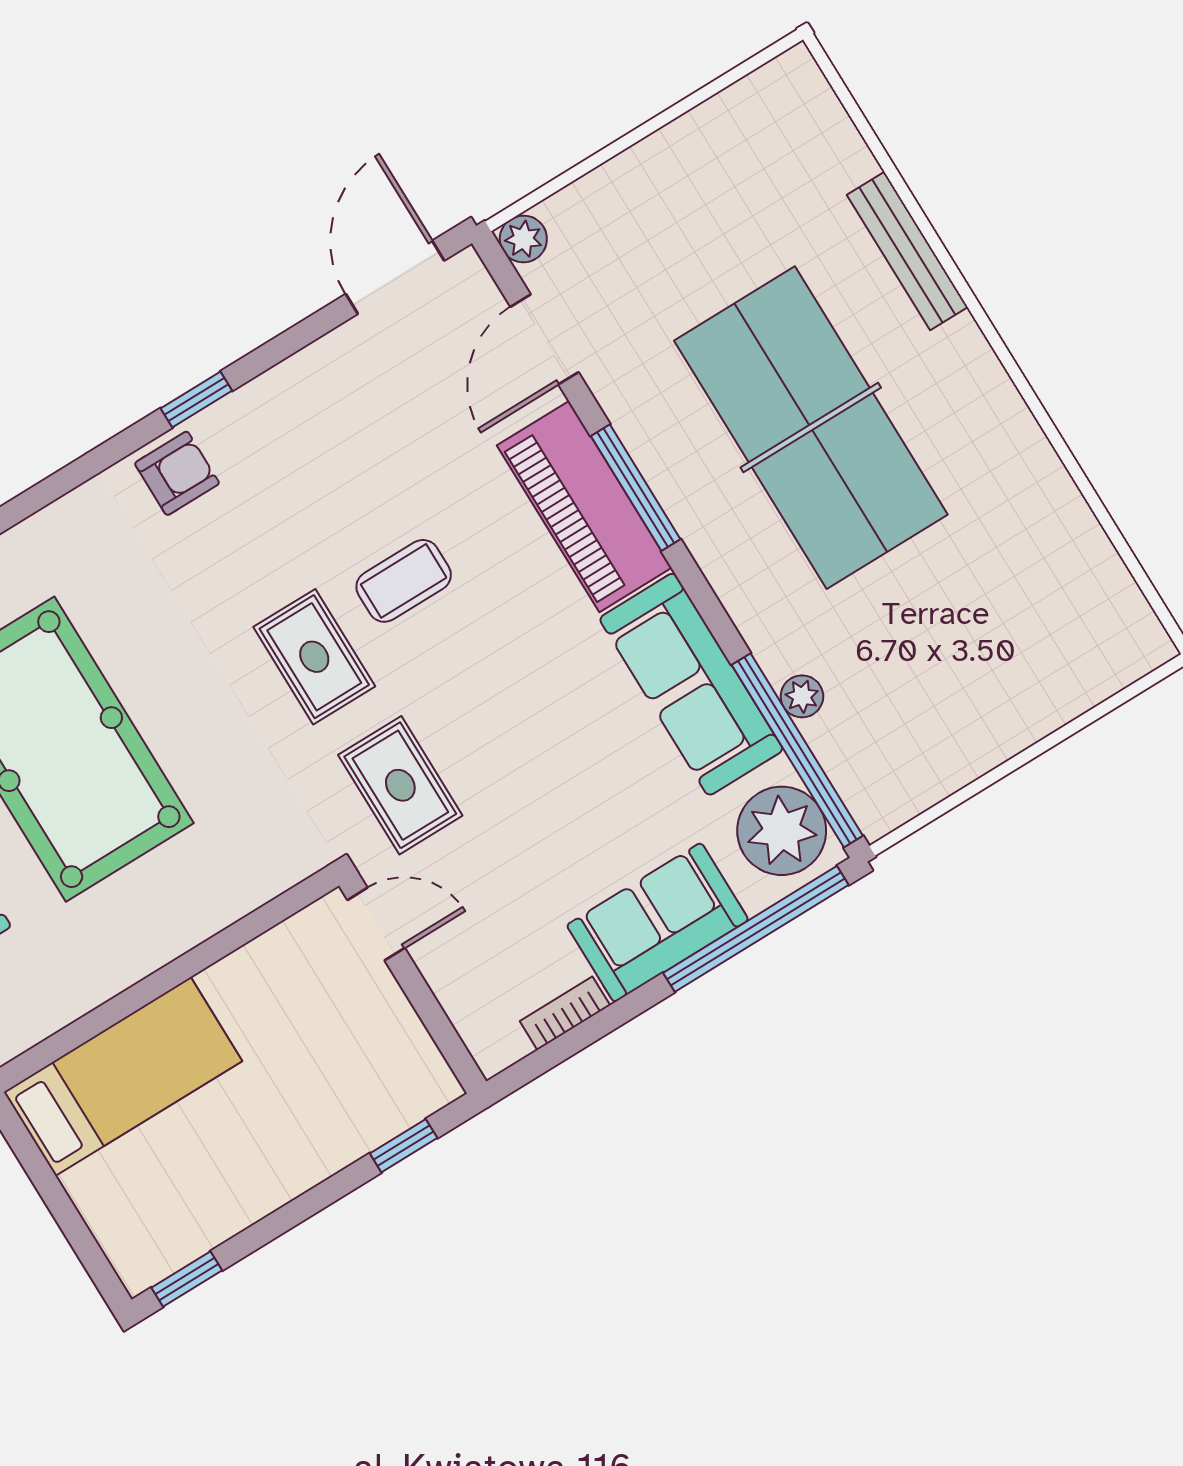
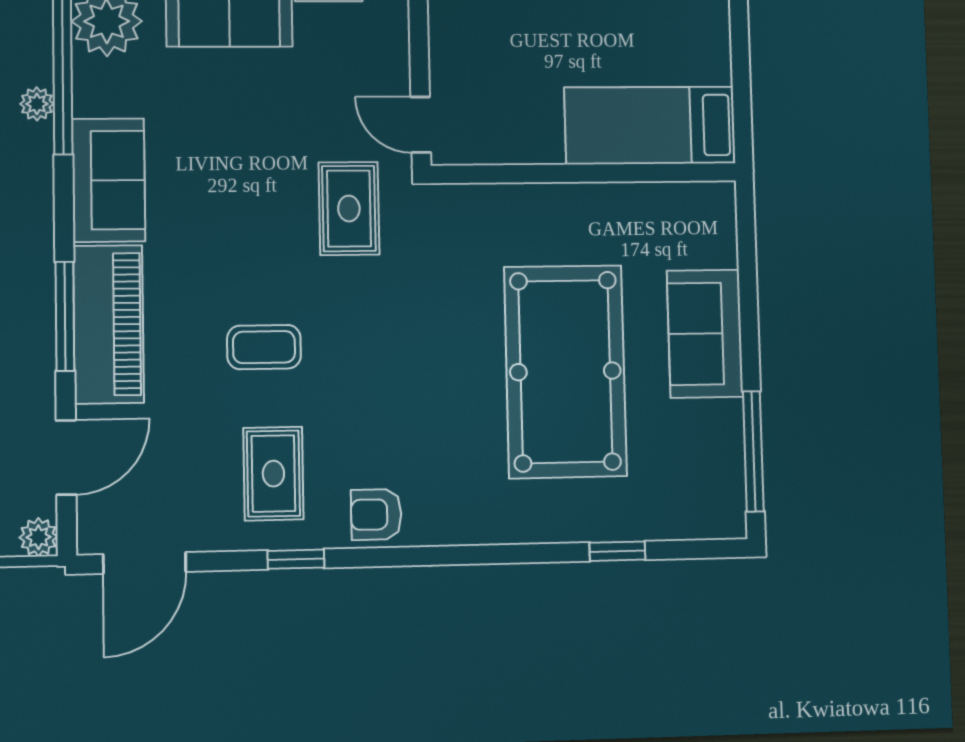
window: (196, 399) -> (296, 559), moved
rug: (314, 657) -> (273, 474), moved
sofa: (691, 684) -> (109, 180), width x0.73

